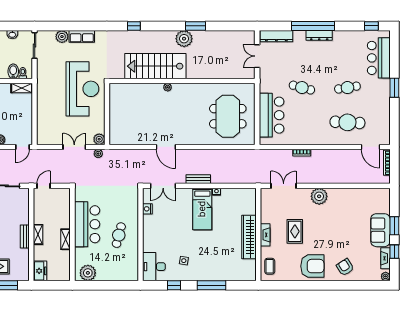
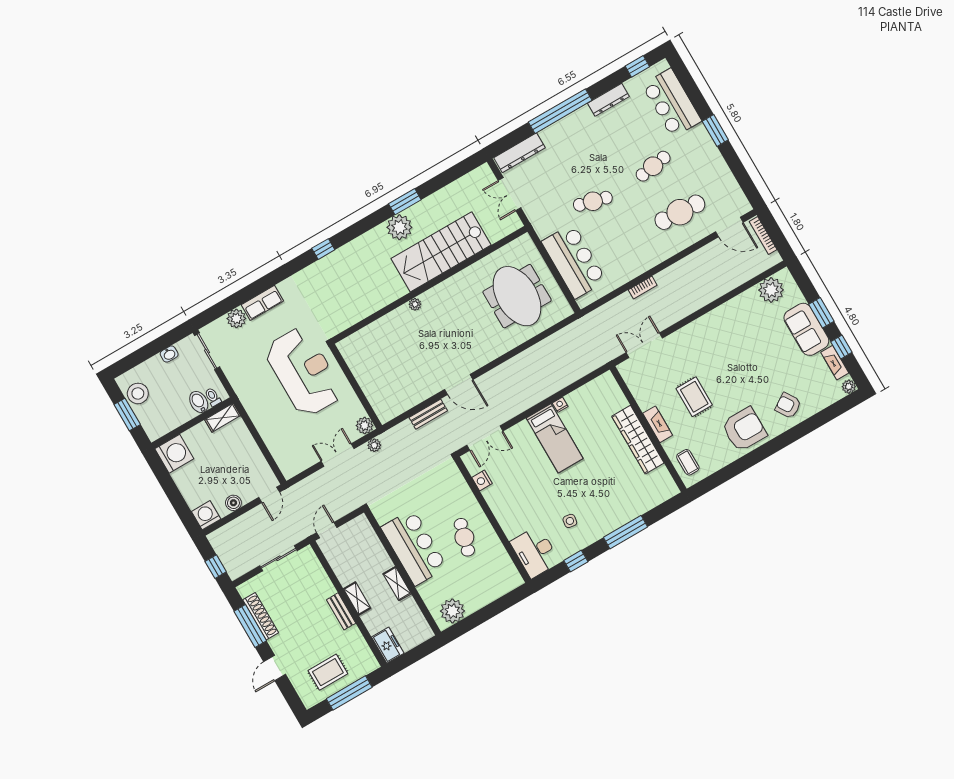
dresser: (319, 35) -> (608, 100), moved
stairs: (155, 66) -> (441, 252), moved
bench: (198, 179) -> (428, 414), moved
plant: (319, 196) -> (771, 290), moved

